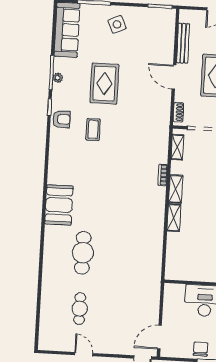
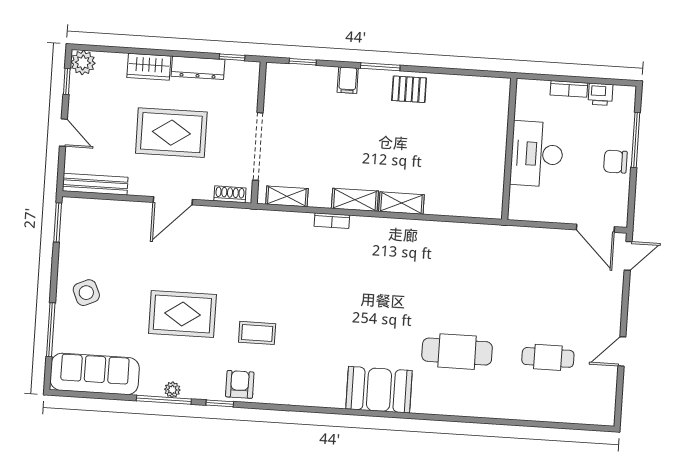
bench: (183, 43) -> (95, 184), moved

